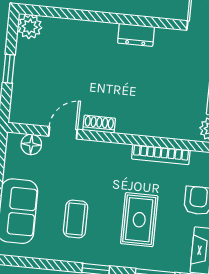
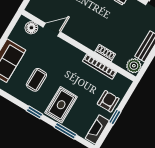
shoe rack: (99, 124) -> (105, 53), moved
rug: (139, 220) -> (61, 105), moved

